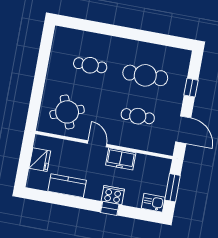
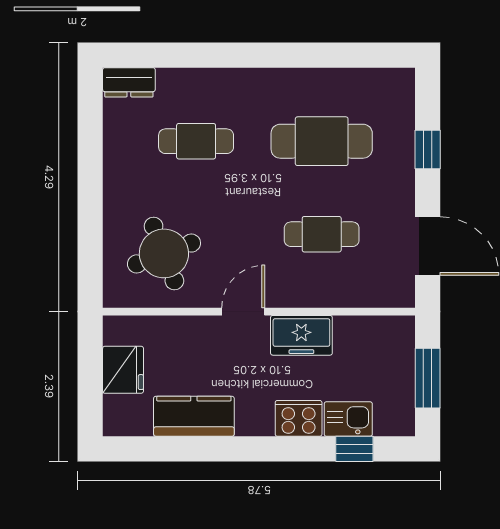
dresser: (65, 34) -> (129, 82), added
door: (97, 144) -> (243, 312), hinge flipped
kitchen sink: (153, 203) -> (348, 419), moved
window: (110, 208) -> (354, 449), moved

